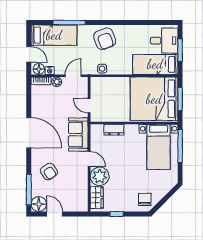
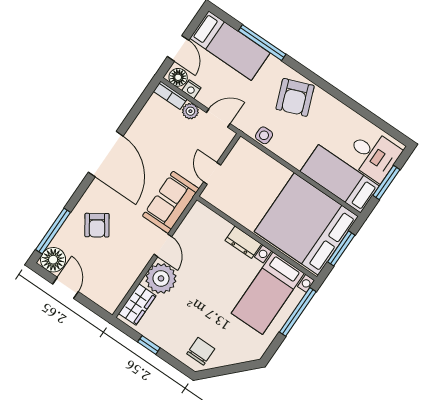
dresser: (114, 130) -> (243, 242), moved

